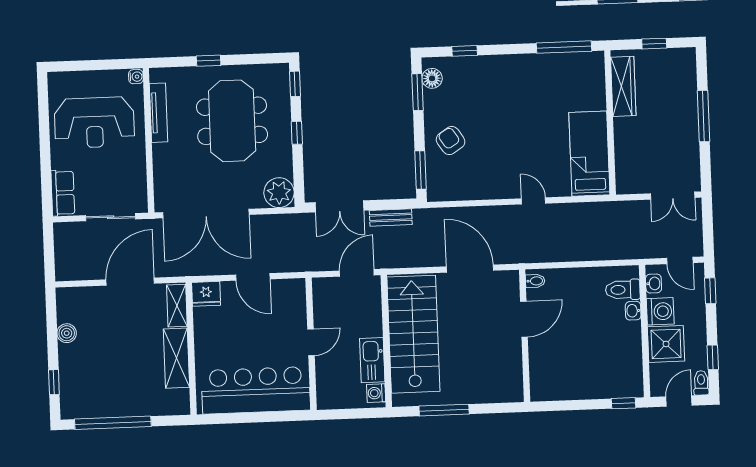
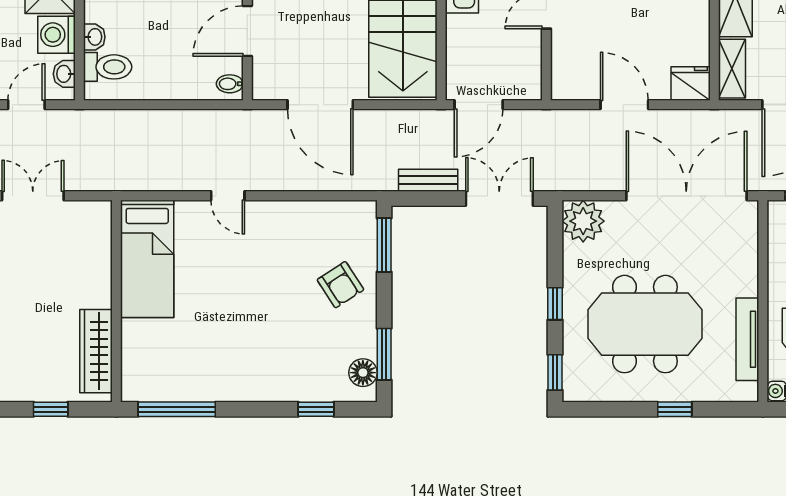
meeting table: (232, 121) -> (645, 324), turned 90
door: (680, 261) -> (26, 105), hinge flipped

